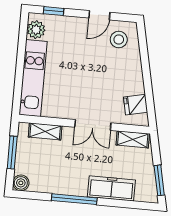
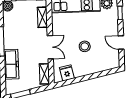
stool: (119, 40) -> (85, 46), moved
double door: (93, 125) -> (50, 47), swing flipped

